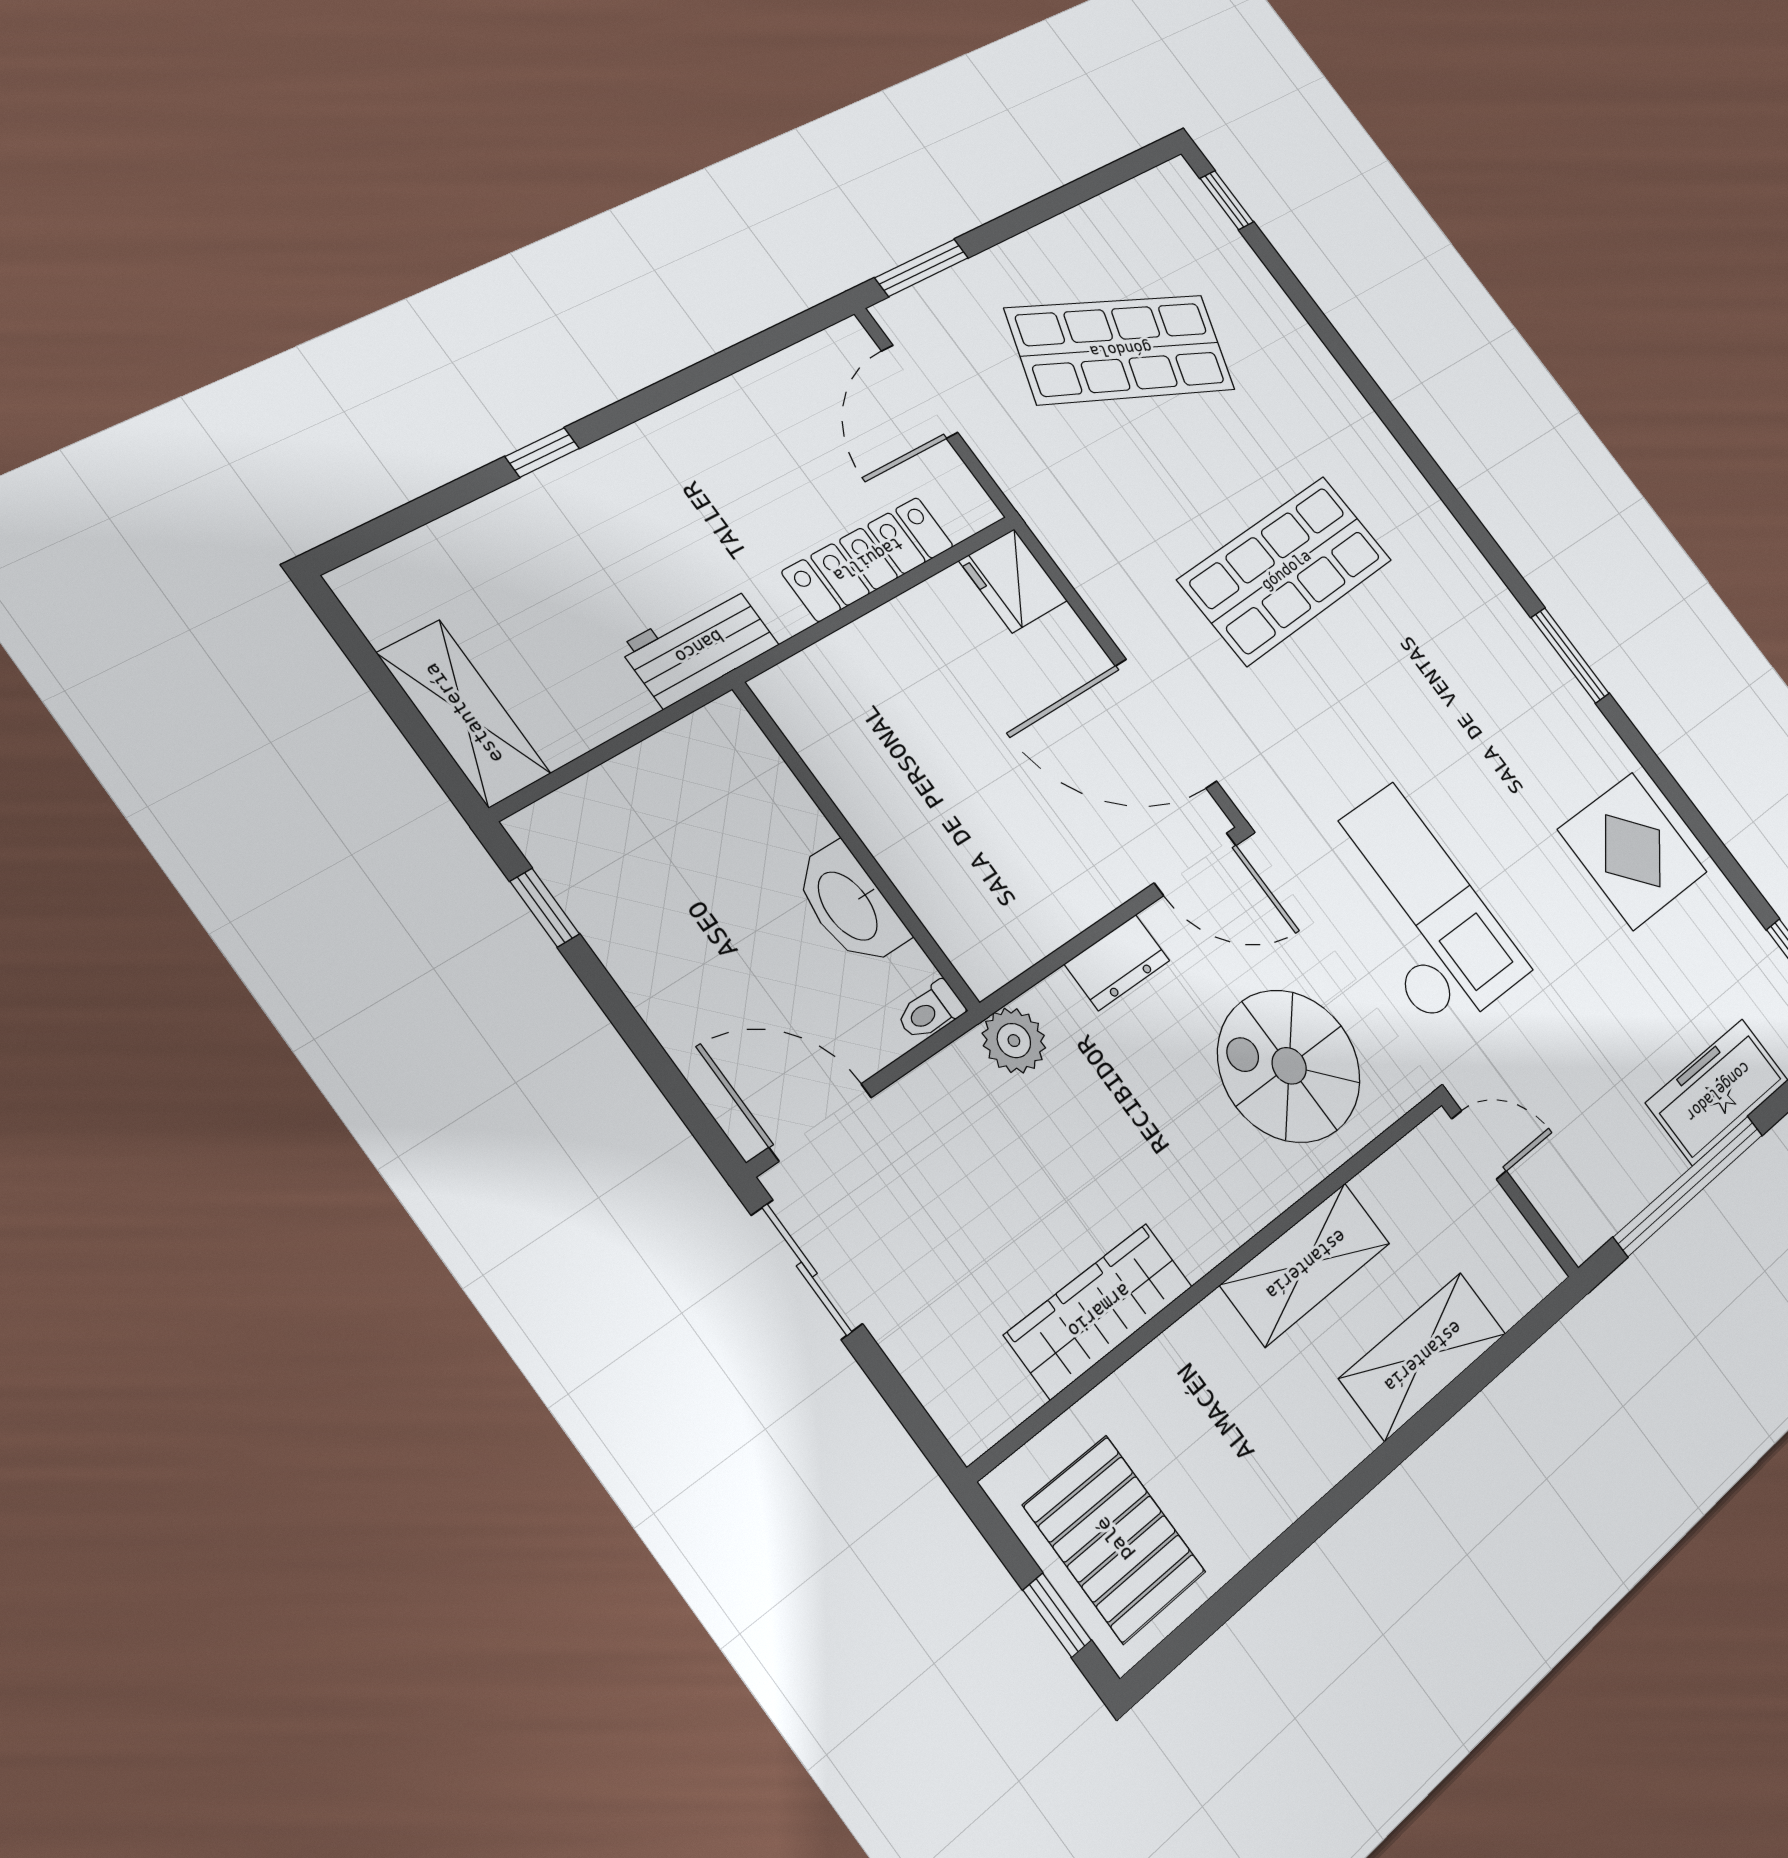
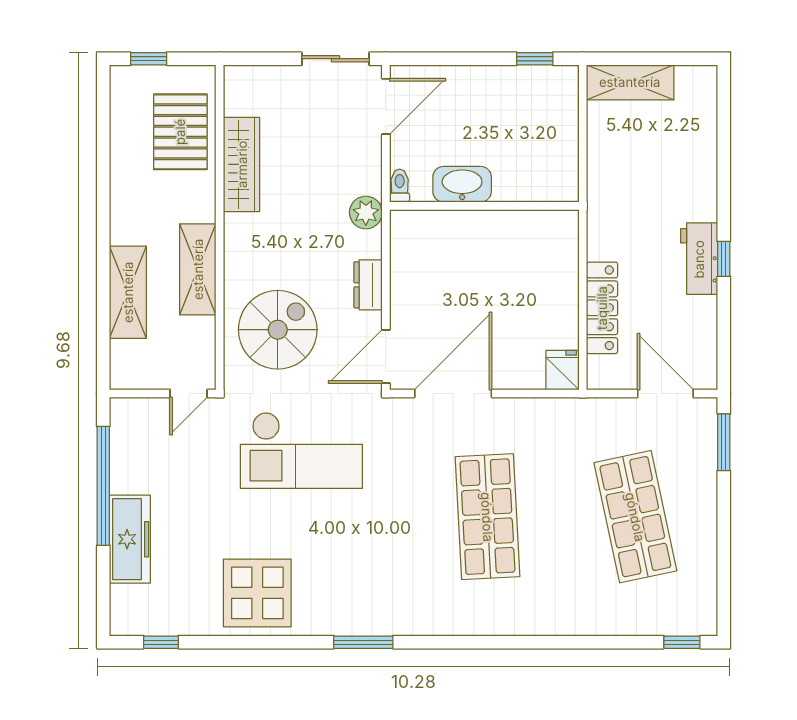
shop shelf: (1121, 349) -> (635, 517), turned -33
window: (542, 452) -> (724, 259), moved
fridge: (1013, 581) -> (563, 370), width x0.72
workbench: (699, 646) -> (699, 259), moved, turned 180
pallet: (1115, 1539) -> (180, 132), moved, turned 90

